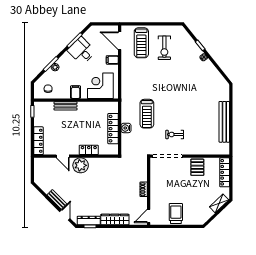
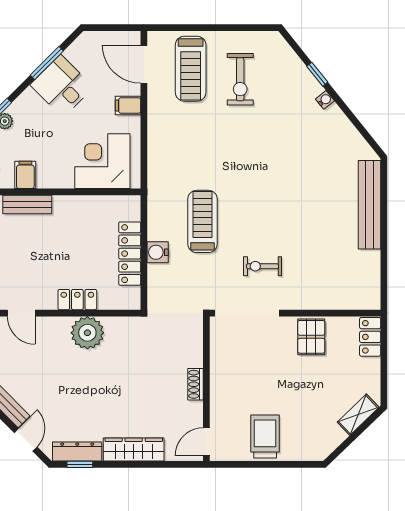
filing cabinet: (75, 92) -> (25, 175), moved
treadmill: (147, 114) -> (202, 221), turned 180
bench: (224, 122) -> (369, 205), moved
plant: (81, 165) -> (87, 333), moved
locker: (225, 172) -> (370, 337), width x0.66

